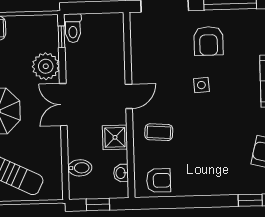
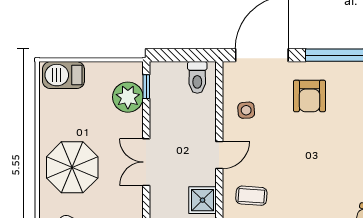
toilet: (73, 28) -> (197, 77), moved
plant: (46, 66) -> (128, 97), moved
side table: (201, 85) -> (246, 110), moved

